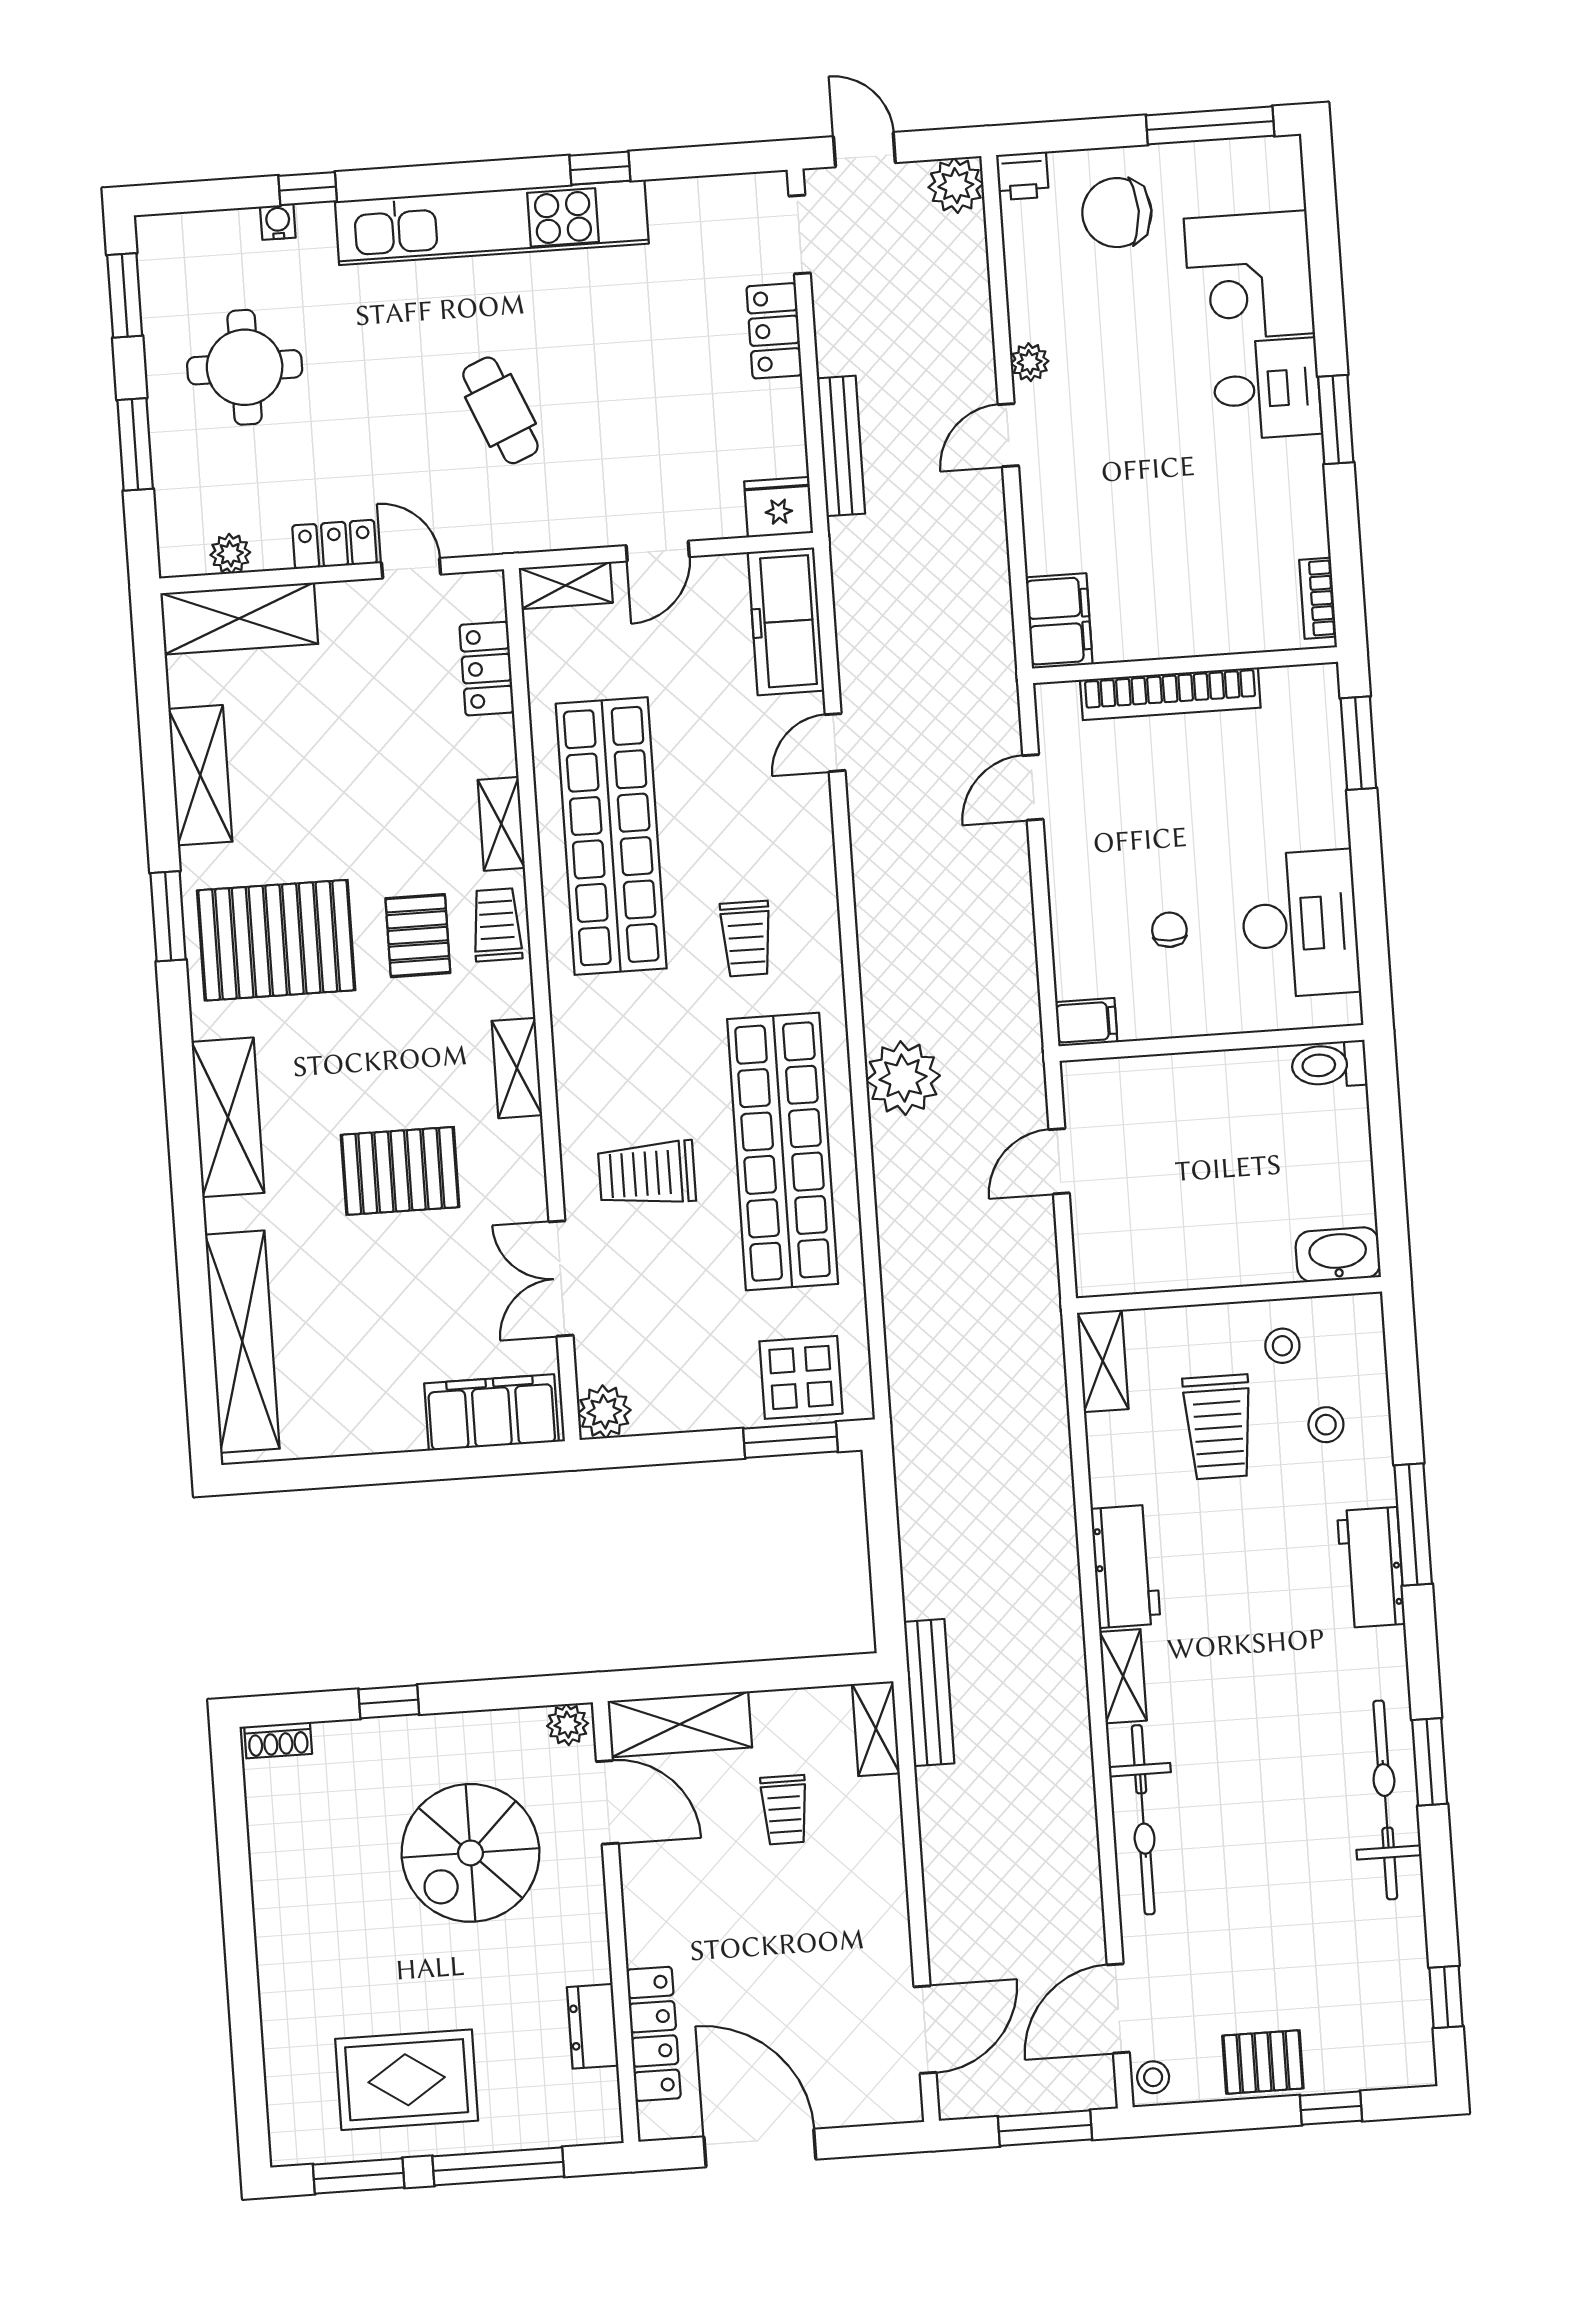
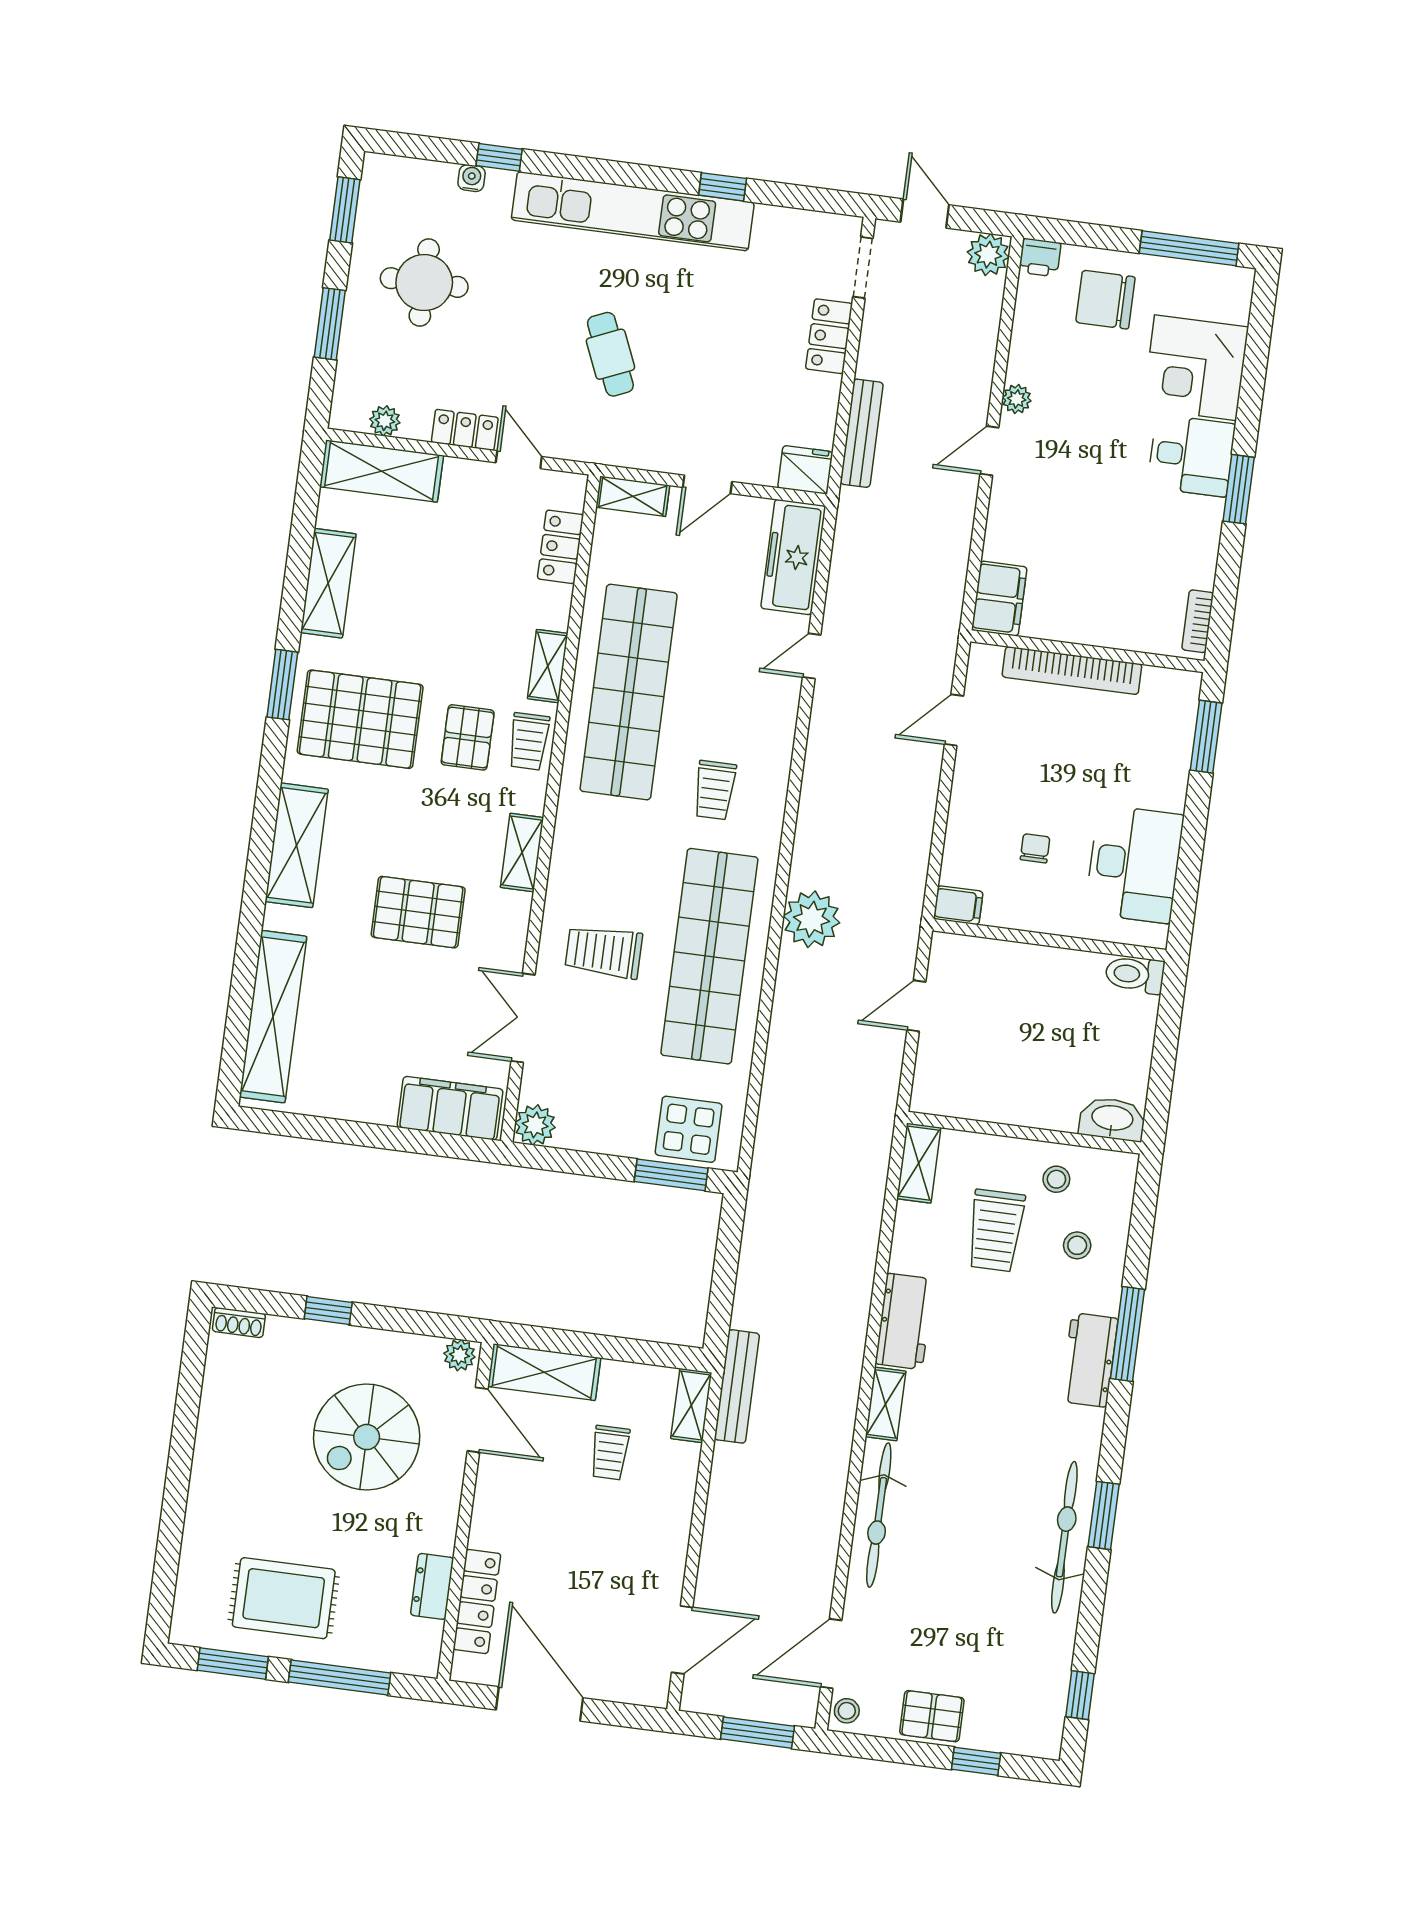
trolley: (497, 925) -> (529, 741), turned 180

